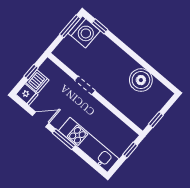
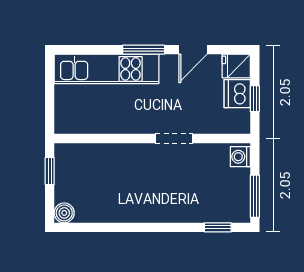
washing machine: (84, 32) -> (240, 157), moved, width x0.53, depth x0.53
boiler: (141, 80) -> (64, 213), moved, width x0.54, depth x0.54
window: (130, 150) -> (50, 106), removed

